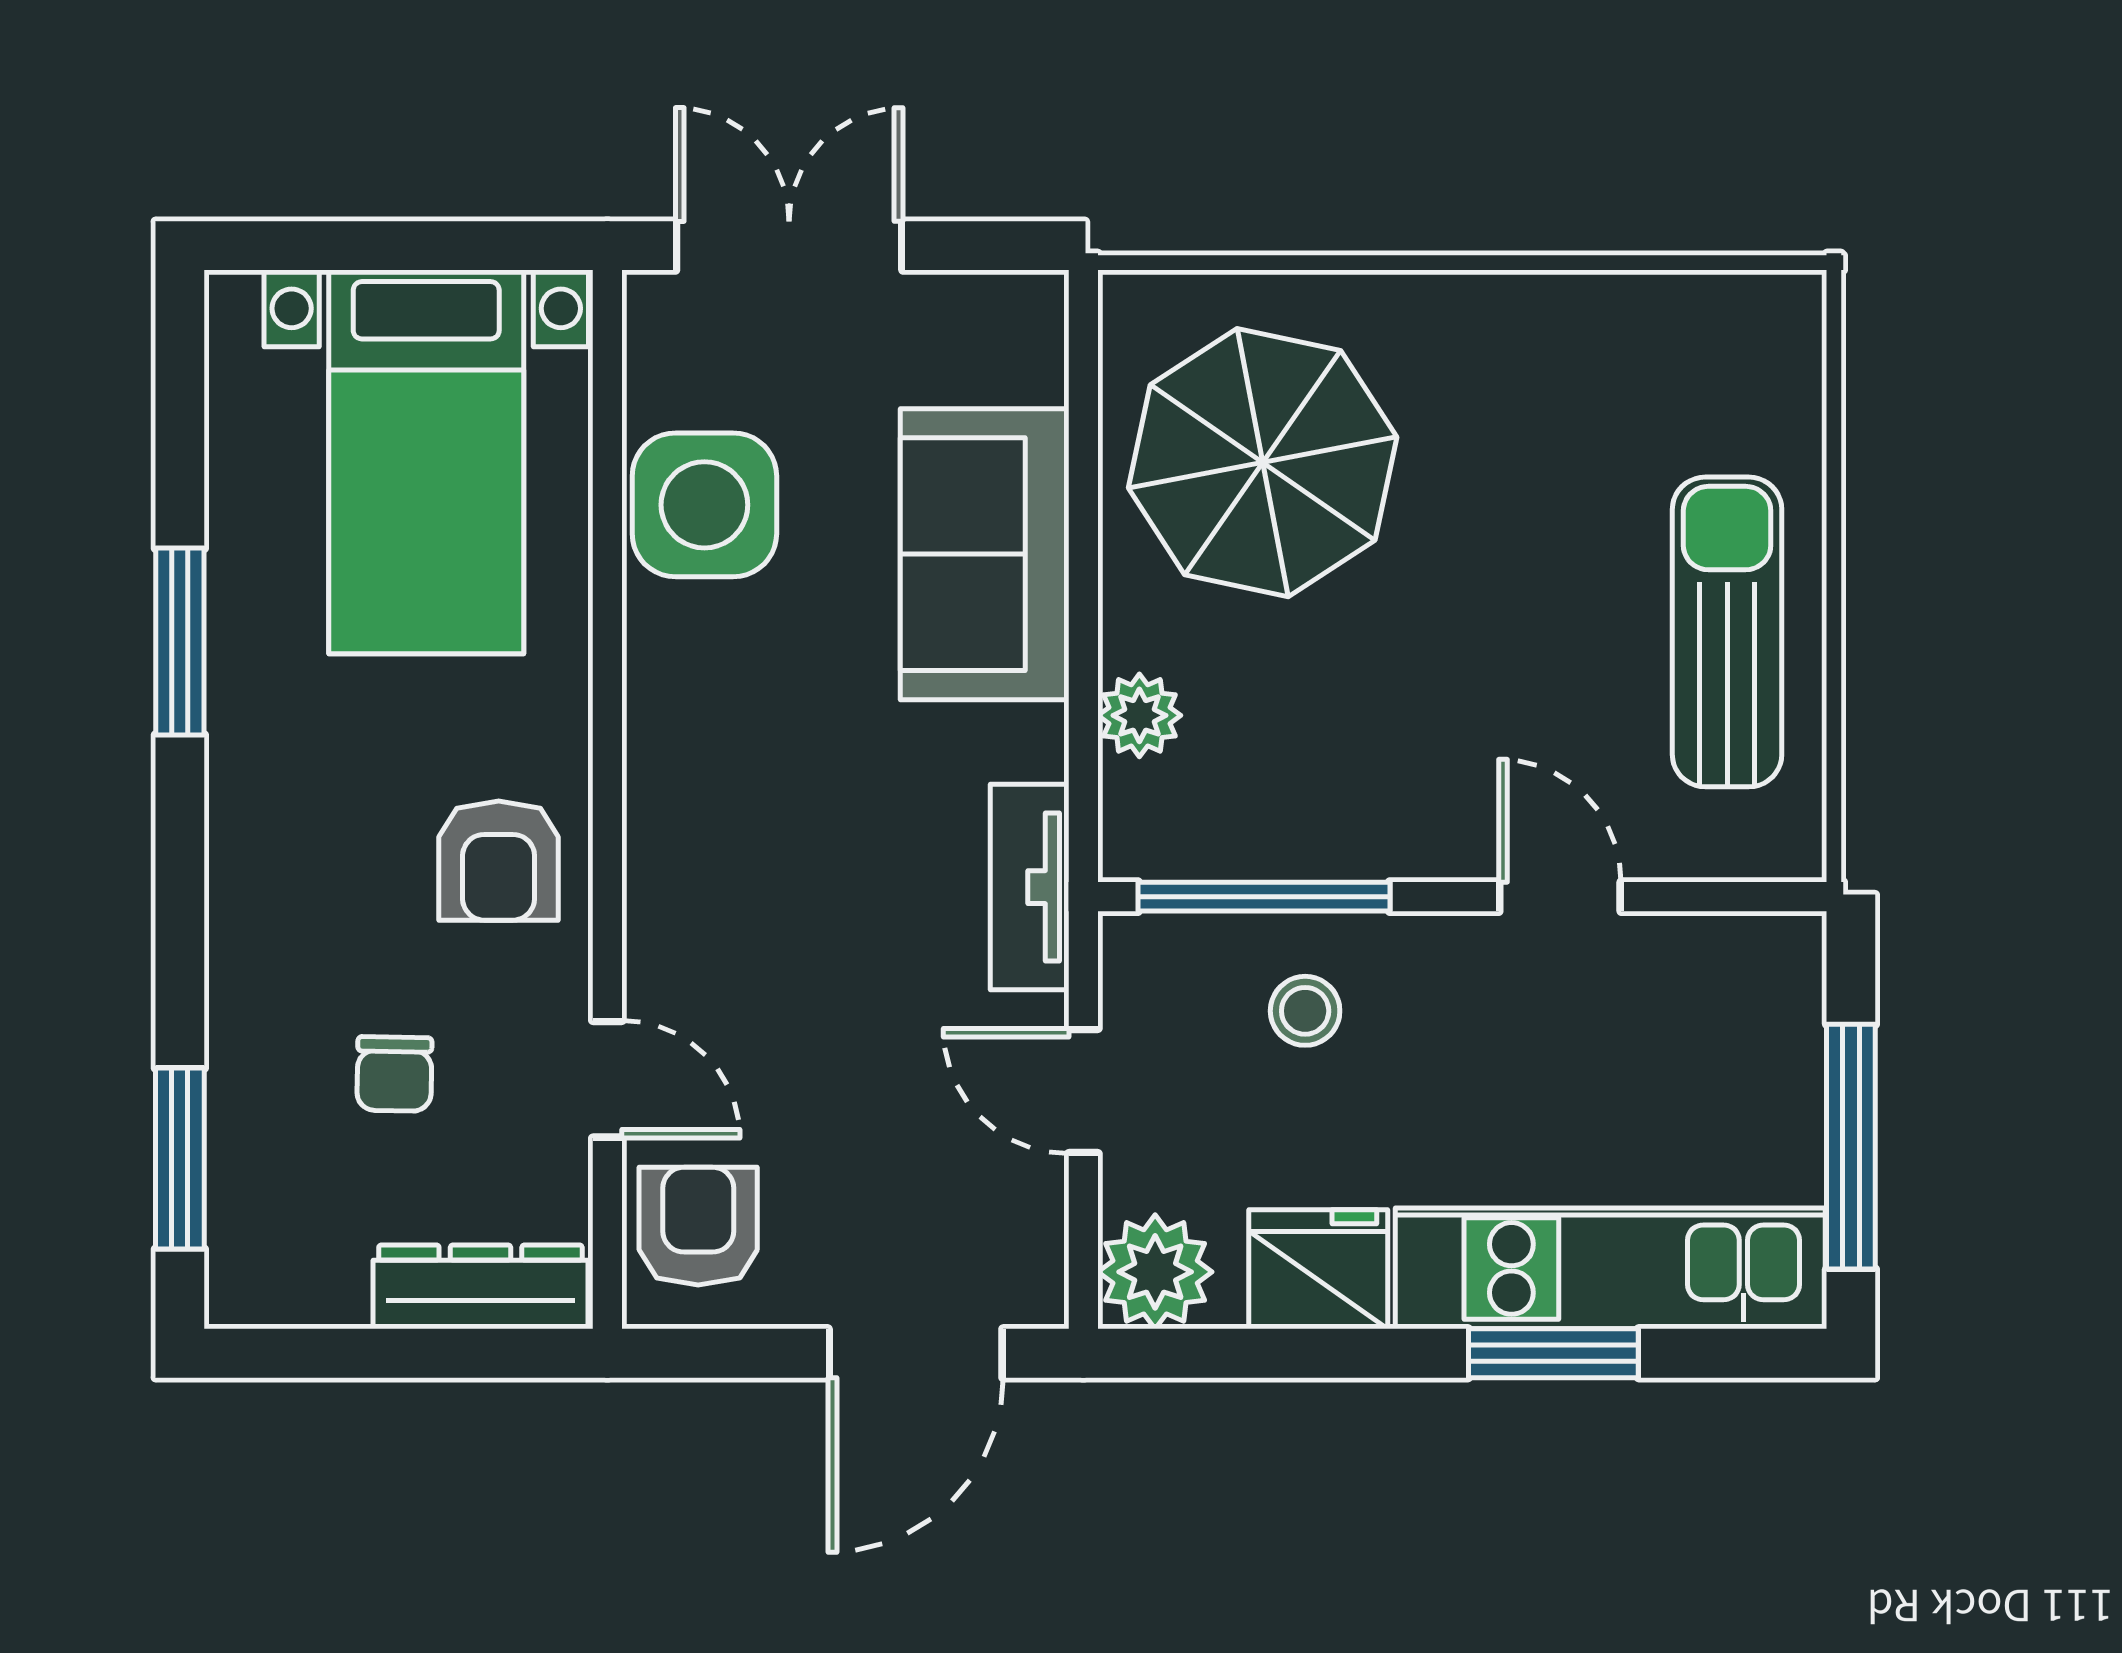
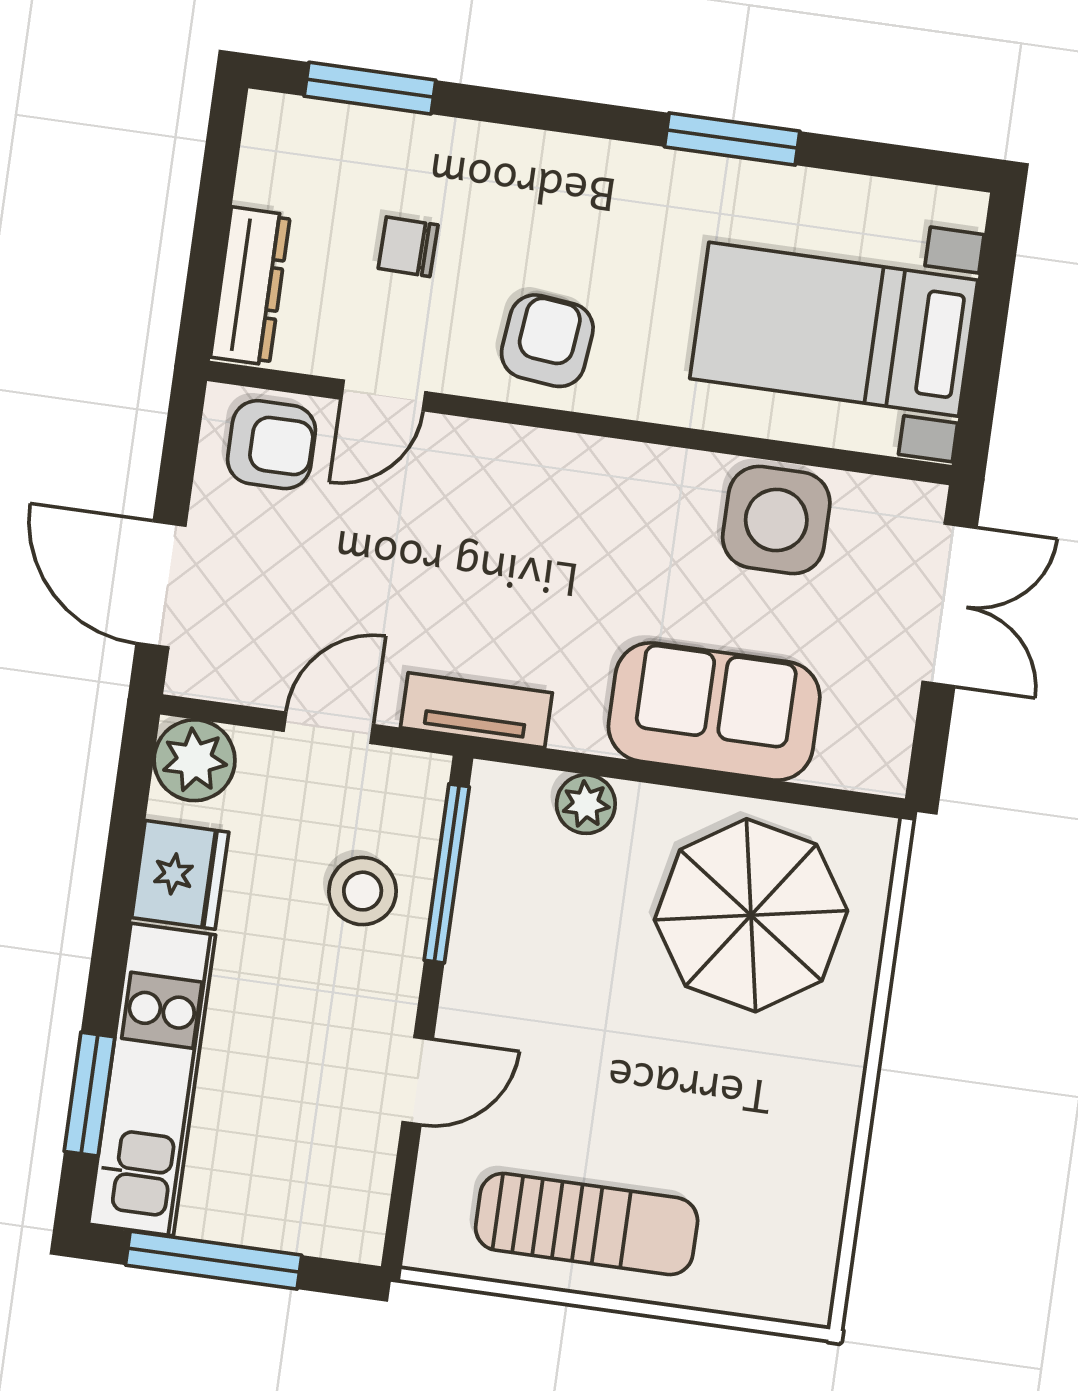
armchair: (499, 861) -> (547, 341), turned 96
stool: (1305, 1011) -> (363, 891), width x1.37, depth x1.37
window: (1553, 1353) -> (89, 1094), moved

